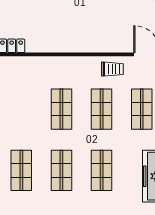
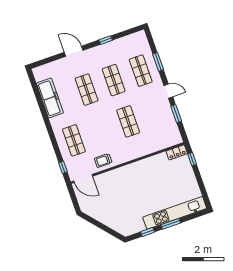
shop shelf: (102, 109) -> (101, 131), removed

